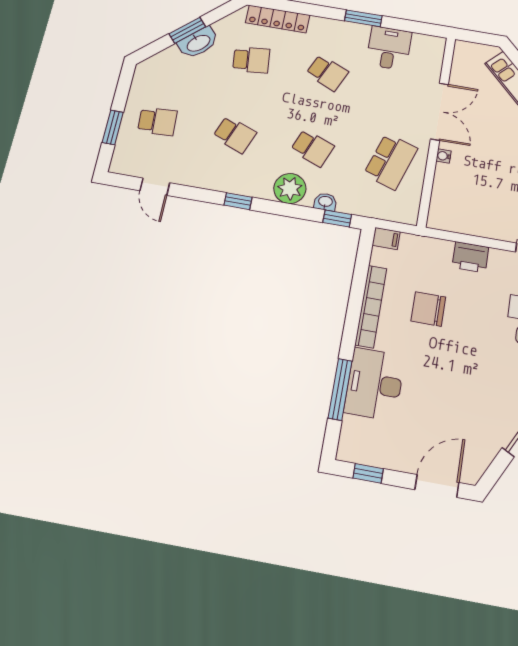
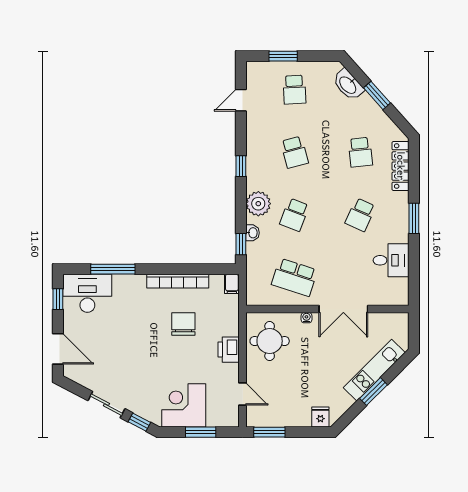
window: (363, 18) -> (414, 218), moved
washbasin: (198, 43) -> (348, 85), moved
school desk: (235, 135) -> (294, 152), turned -36
round table: (467, 205) -> (270, 341), added
desk: (375, 384) -> (87, 293), moved

